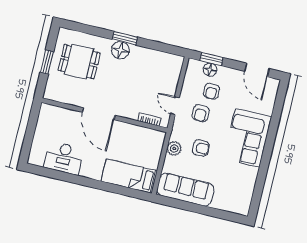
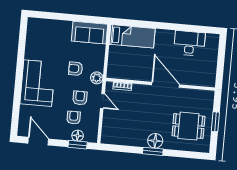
plant: (174, 148) -> (97, 78), moved
sofa: (186, 189) -> (89, 33), width x0.73

